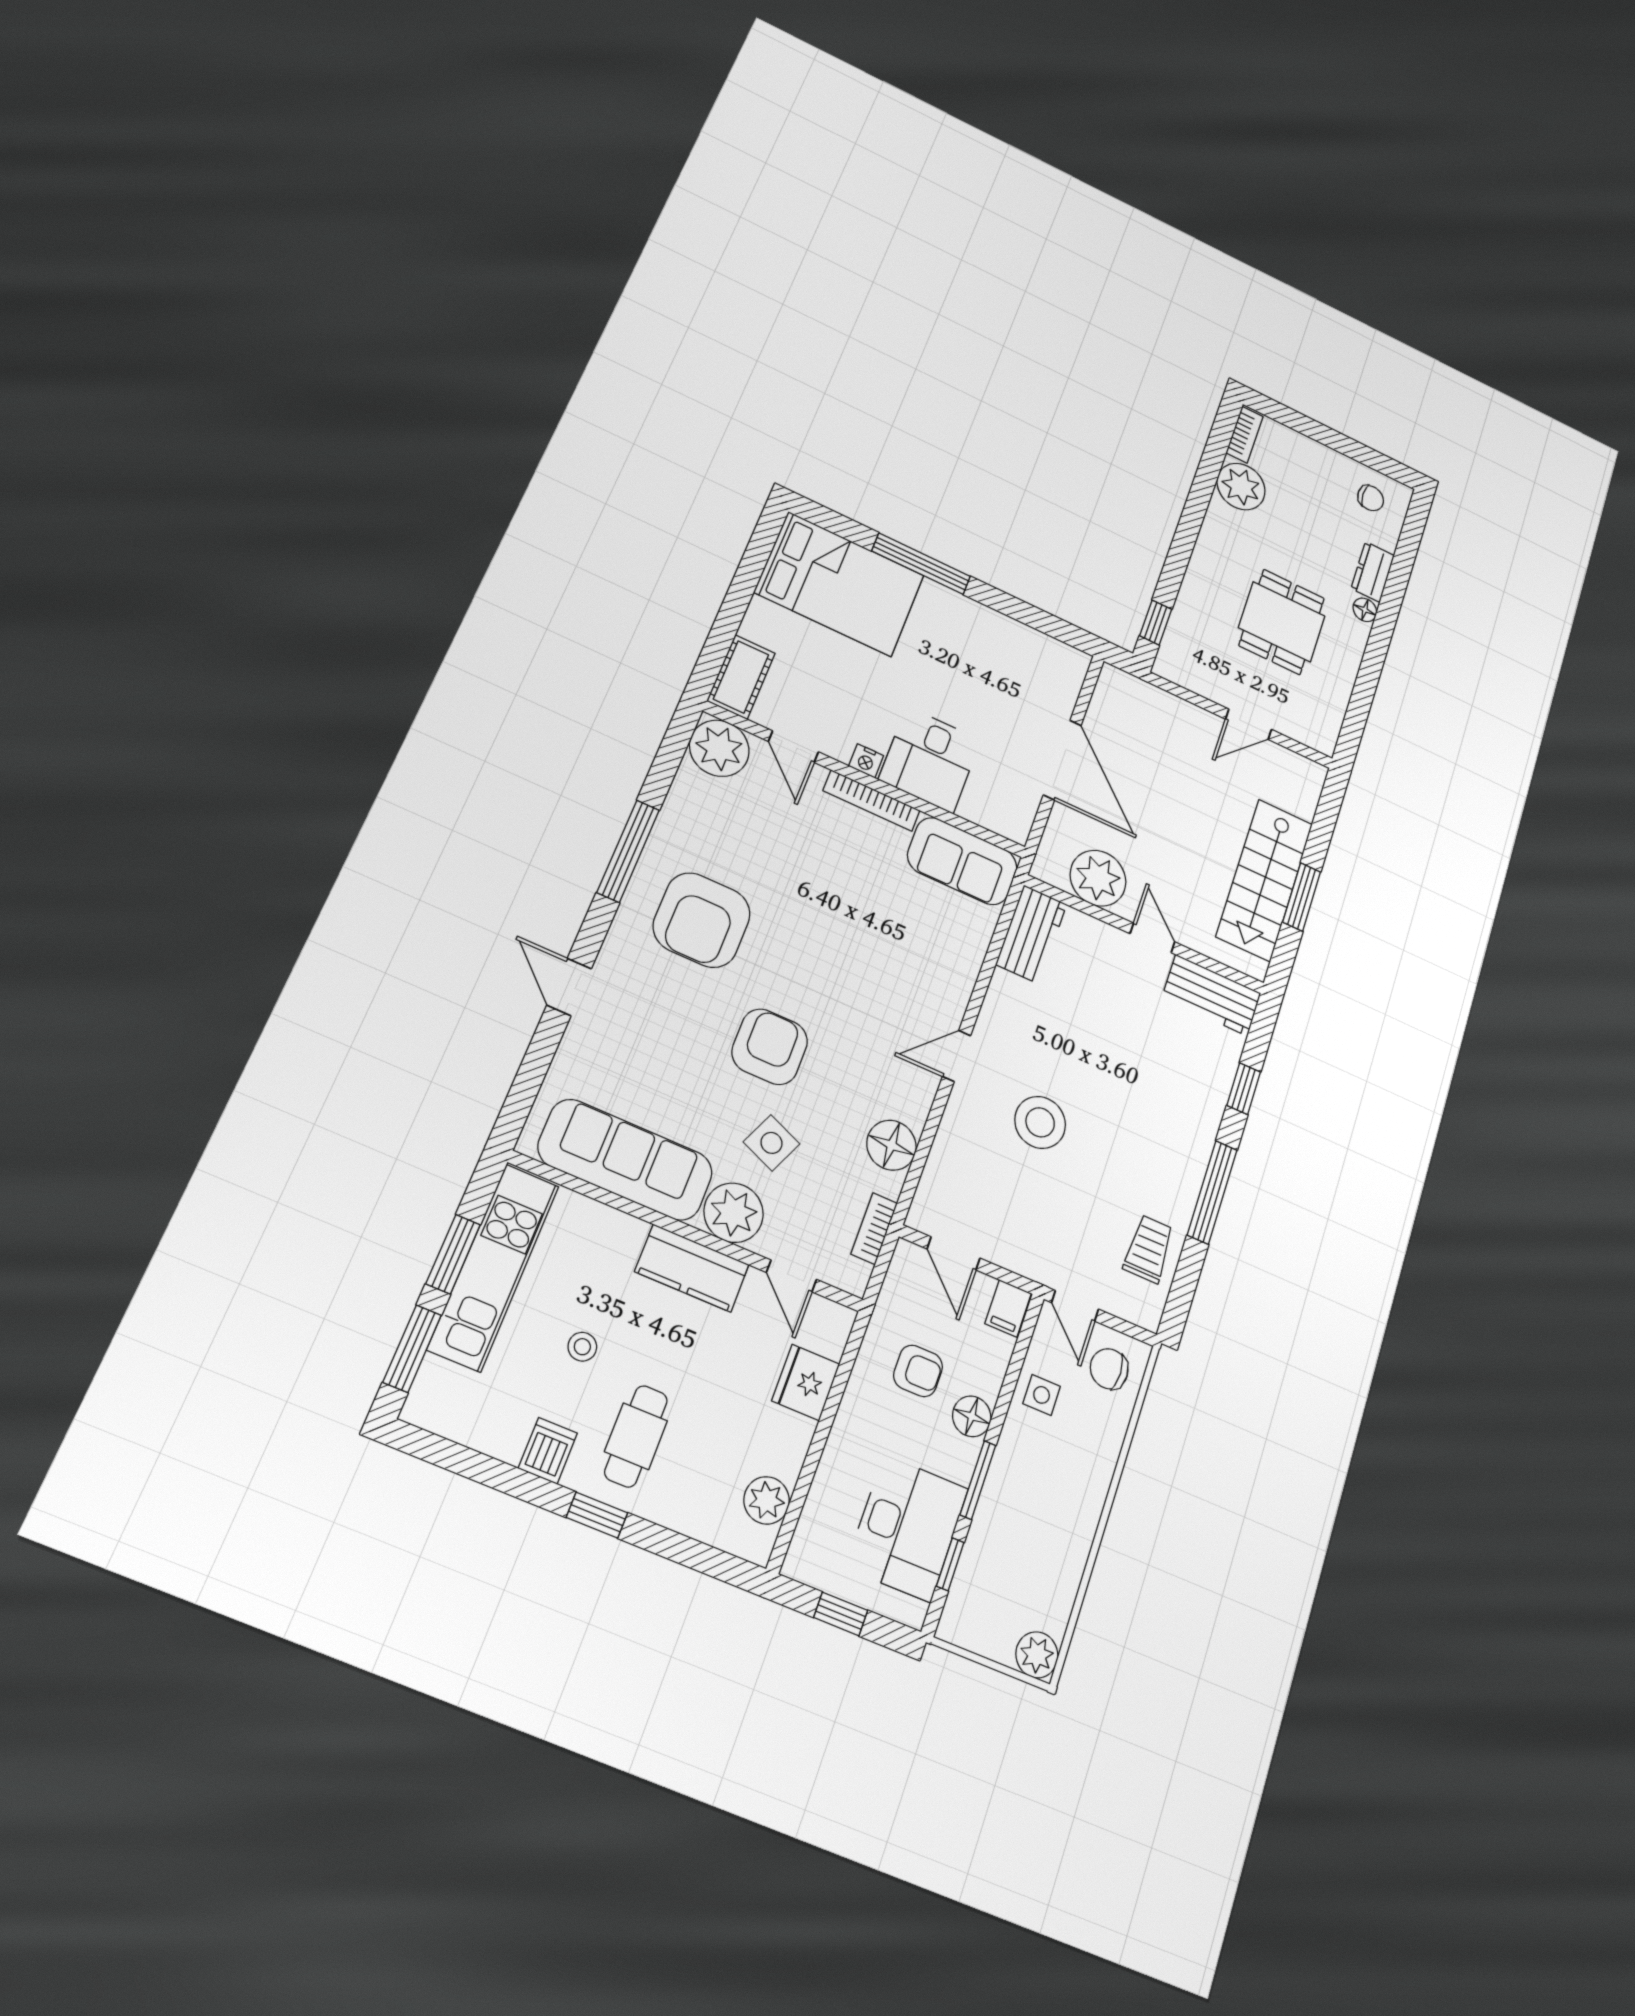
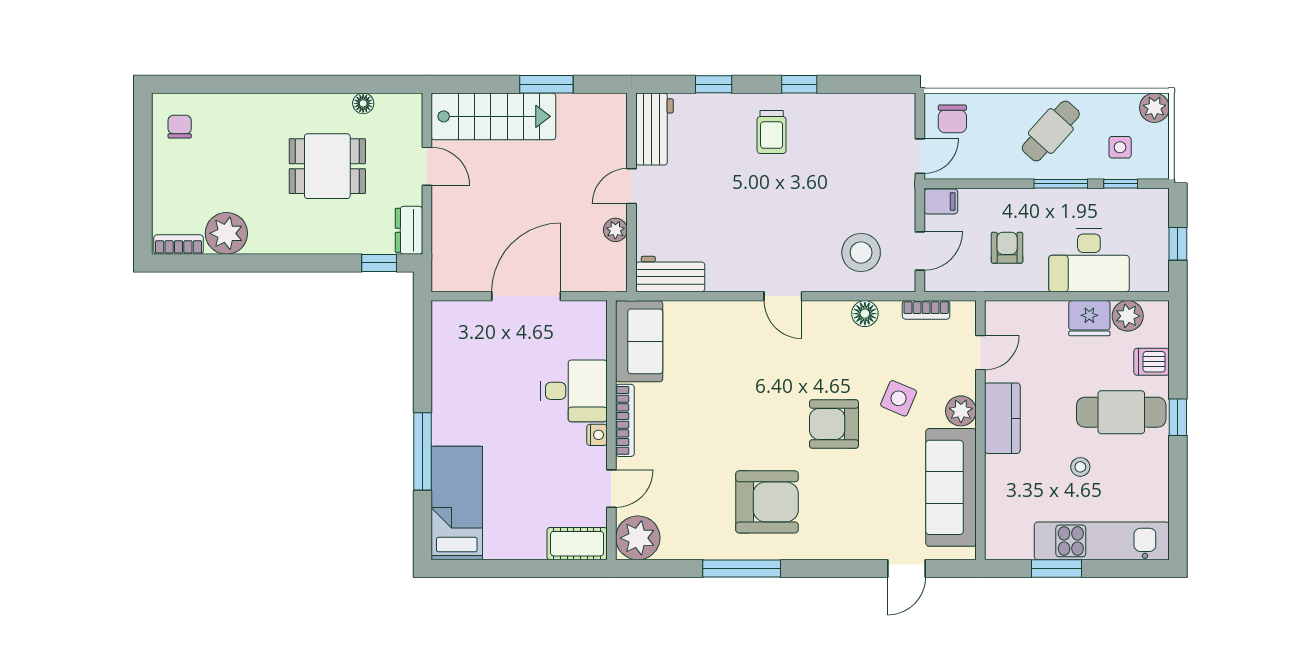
dresser: (1373, 572) -> (409, 230), moved, turned 90
bed: (839, 584) -> (457, 503), width x0.67
floor lamp: (1365, 610) -> (363, 103), moved
plant: (1098, 878) -> (615, 230), width x0.53, depth x0.53
stairs: (1265, 880) -> (493, 116), moved
door: (569, 987) -> (907, 569), moved
stool: (1040, 1122) -> (861, 252), moved
floor lamp: (891, 1145) -> (865, 314), width x0.73, depth x0.73
window: (1212, 1192) -> (799, 84), width x0.46
plant: (734, 1213) -> (961, 411), width x0.73, depth x0.73
trolley: (1149, 1249) -> (772, 132), moved, turned -90
kitchen unit: (494, 1267) -> (1102, 541), moved
window: (412, 1349) -> (1124, 569), removed
fridge: (806, 1382) -> (1089, 318), moved
side table: (1042, 1395) -> (1120, 147), moved
floor lamp: (972, 1416) -> (1022, 202), removed
cafe table: (636, 1436) -> (1121, 412), width x1.37, depth x1.35
dishwasher: (548, 1451) -> (1152, 362), moved
cafe table: (1052, 1495) -> (1051, 131), added
desk: (907, 1528) -> (1089, 260), moved, turned 180

